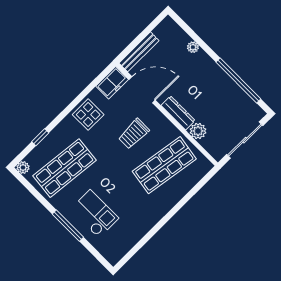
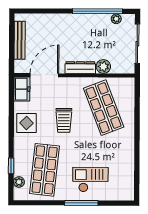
plant: (193, 47) -> (116, 19), moved
bench: (139, 52) -> (20, 40), moved
trolley: (134, 134) -> (64, 120), moved
shop shelf: (164, 165) -> (104, 108), turned -30
plant: (23, 168) -> (19, 182), moved

